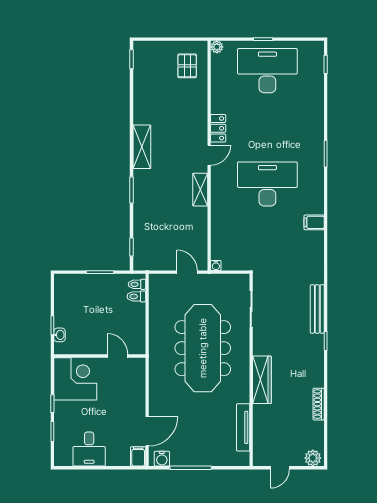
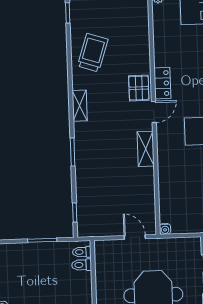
pallet: (187, 66) -> (139, 88), moved
trolley: (154, 97) -> (93, 53), added
shelving: (142, 147) -> (80, 106), width x0.67, depth x0.75

